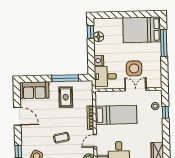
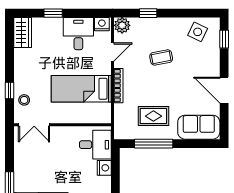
side table: (134, 68) -> (54, 155), removed
double door: (136, 89) -> (34, 125), moved
rug: (66, 97) -> (153, 116), turned 90

